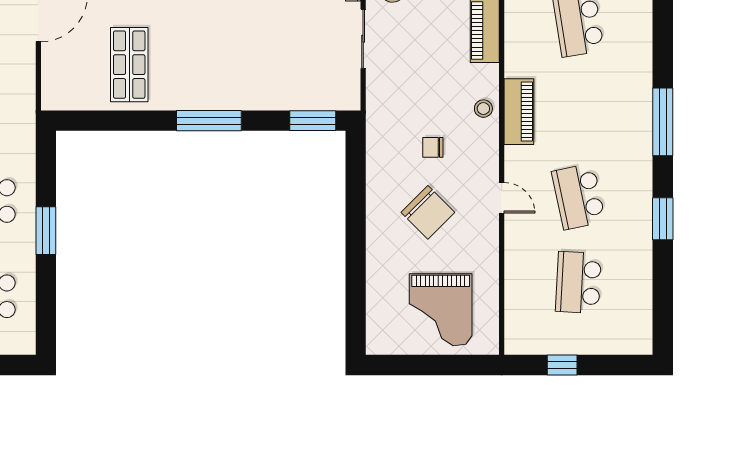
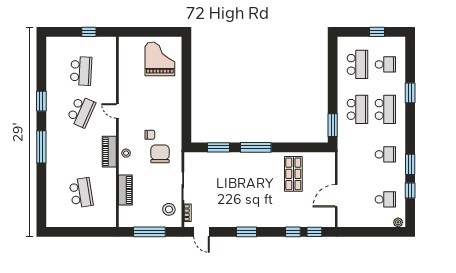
window: (313, 121) -> (219, 147), moved
school desk: (578, 196) -> (81, 112), turned 36
chair: (428, 212) -> (160, 154), moved, turned 45
window: (46, 231) -> (333, 125), moved
grand piano: (441, 310) -> (160, 59), moved

